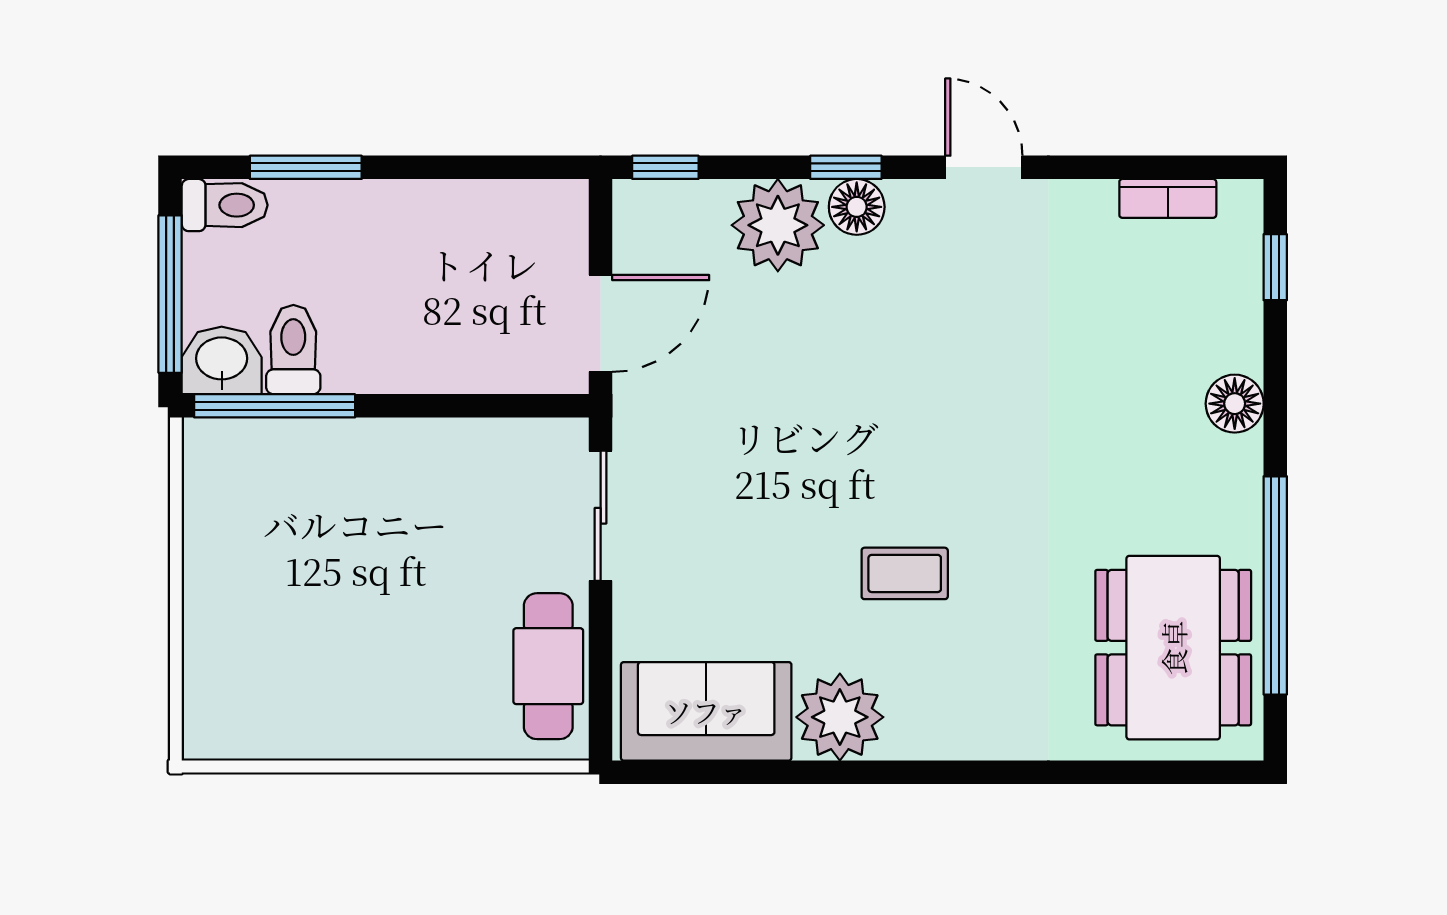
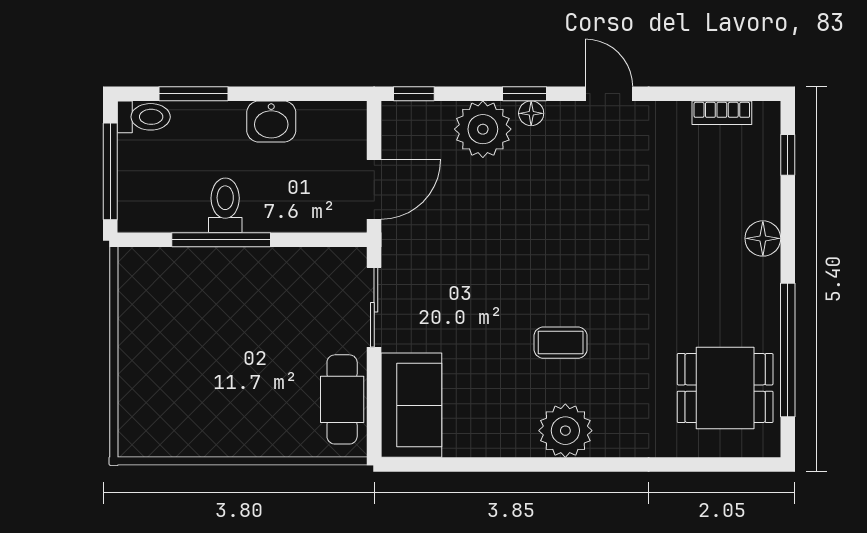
floor lamp: (857, 207) -> (531, 113), width x0.73, depth x0.73
toilet: (293, 350) -> (225, 205), moved
washbasin: (222, 360) -> (271, 122), moved, turned 180
window: (275, 406) -> (221, 240), moved
dining table: (1173, 648) -> (725, 388), width x0.73
sofa: (706, 711) -> (411, 405), moved, turned 90
plant: (840, 717) -> (565, 431), moved

